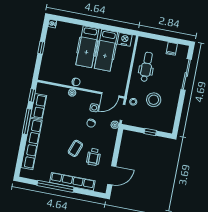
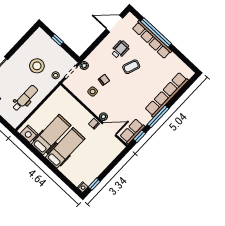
window: (41, 48) -> (94, 184), moved
dental chair: (146, 67) -> (25, 98), turned 180
door: (110, 95) -> (109, 129), moved
row of seats: (39, 106) -> (132, 131), moved
window: (55, 186) -> (156, 32), moved

